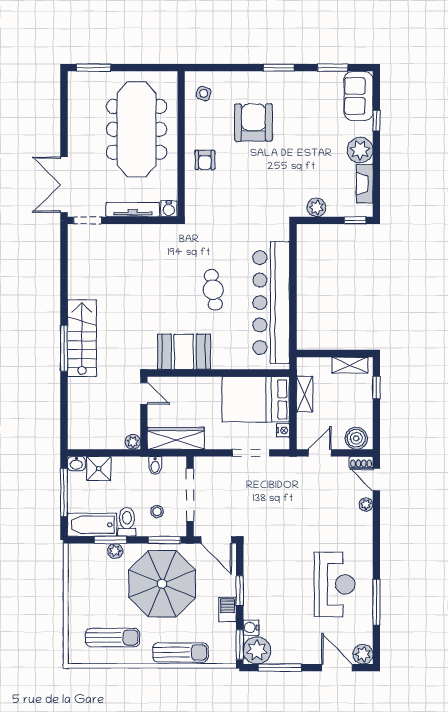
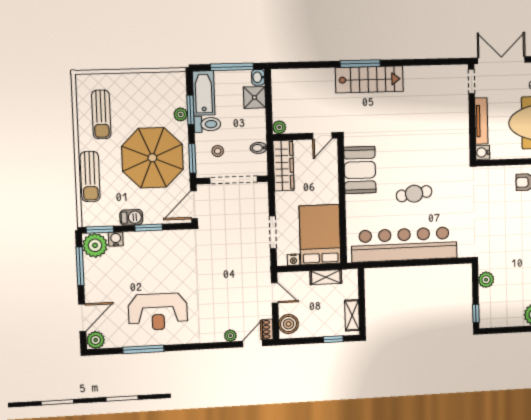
fireplace: (365, 184) -> (507, 320), removed

